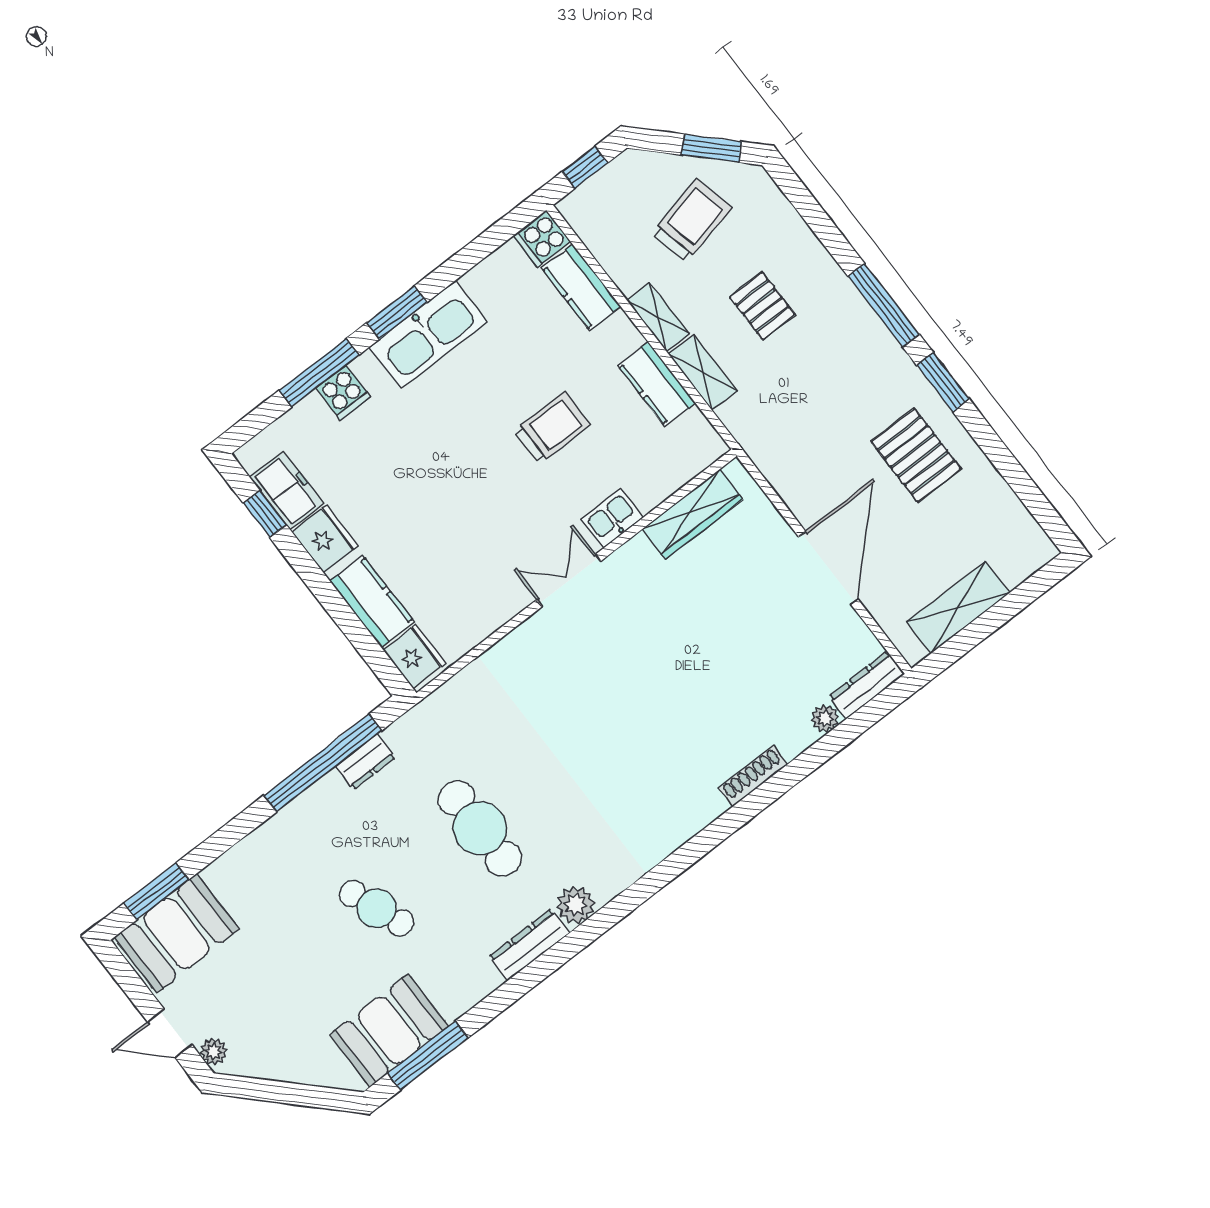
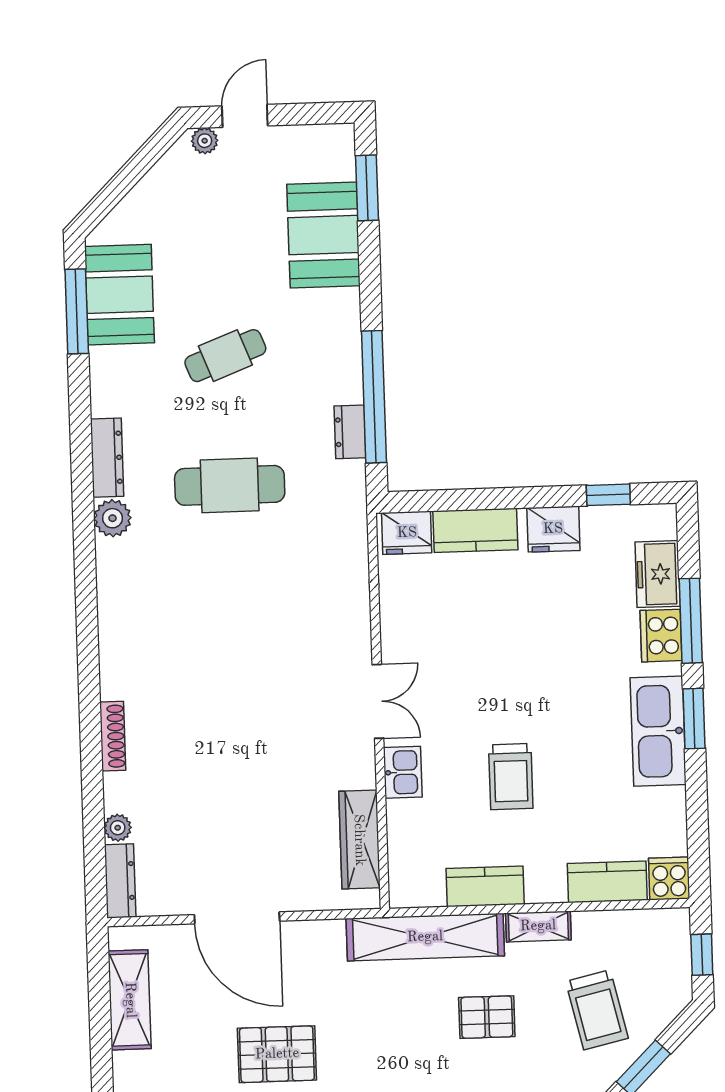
shelving: (703, 372) -> (425, 937), width x2.20, depth x1.33
cooker: (343, 392) -> (661, 636), width x1.36
freezer: (287, 490) -> (658, 574), moved, turned 90
booth: (176, 933) -> (323, 235), moved

